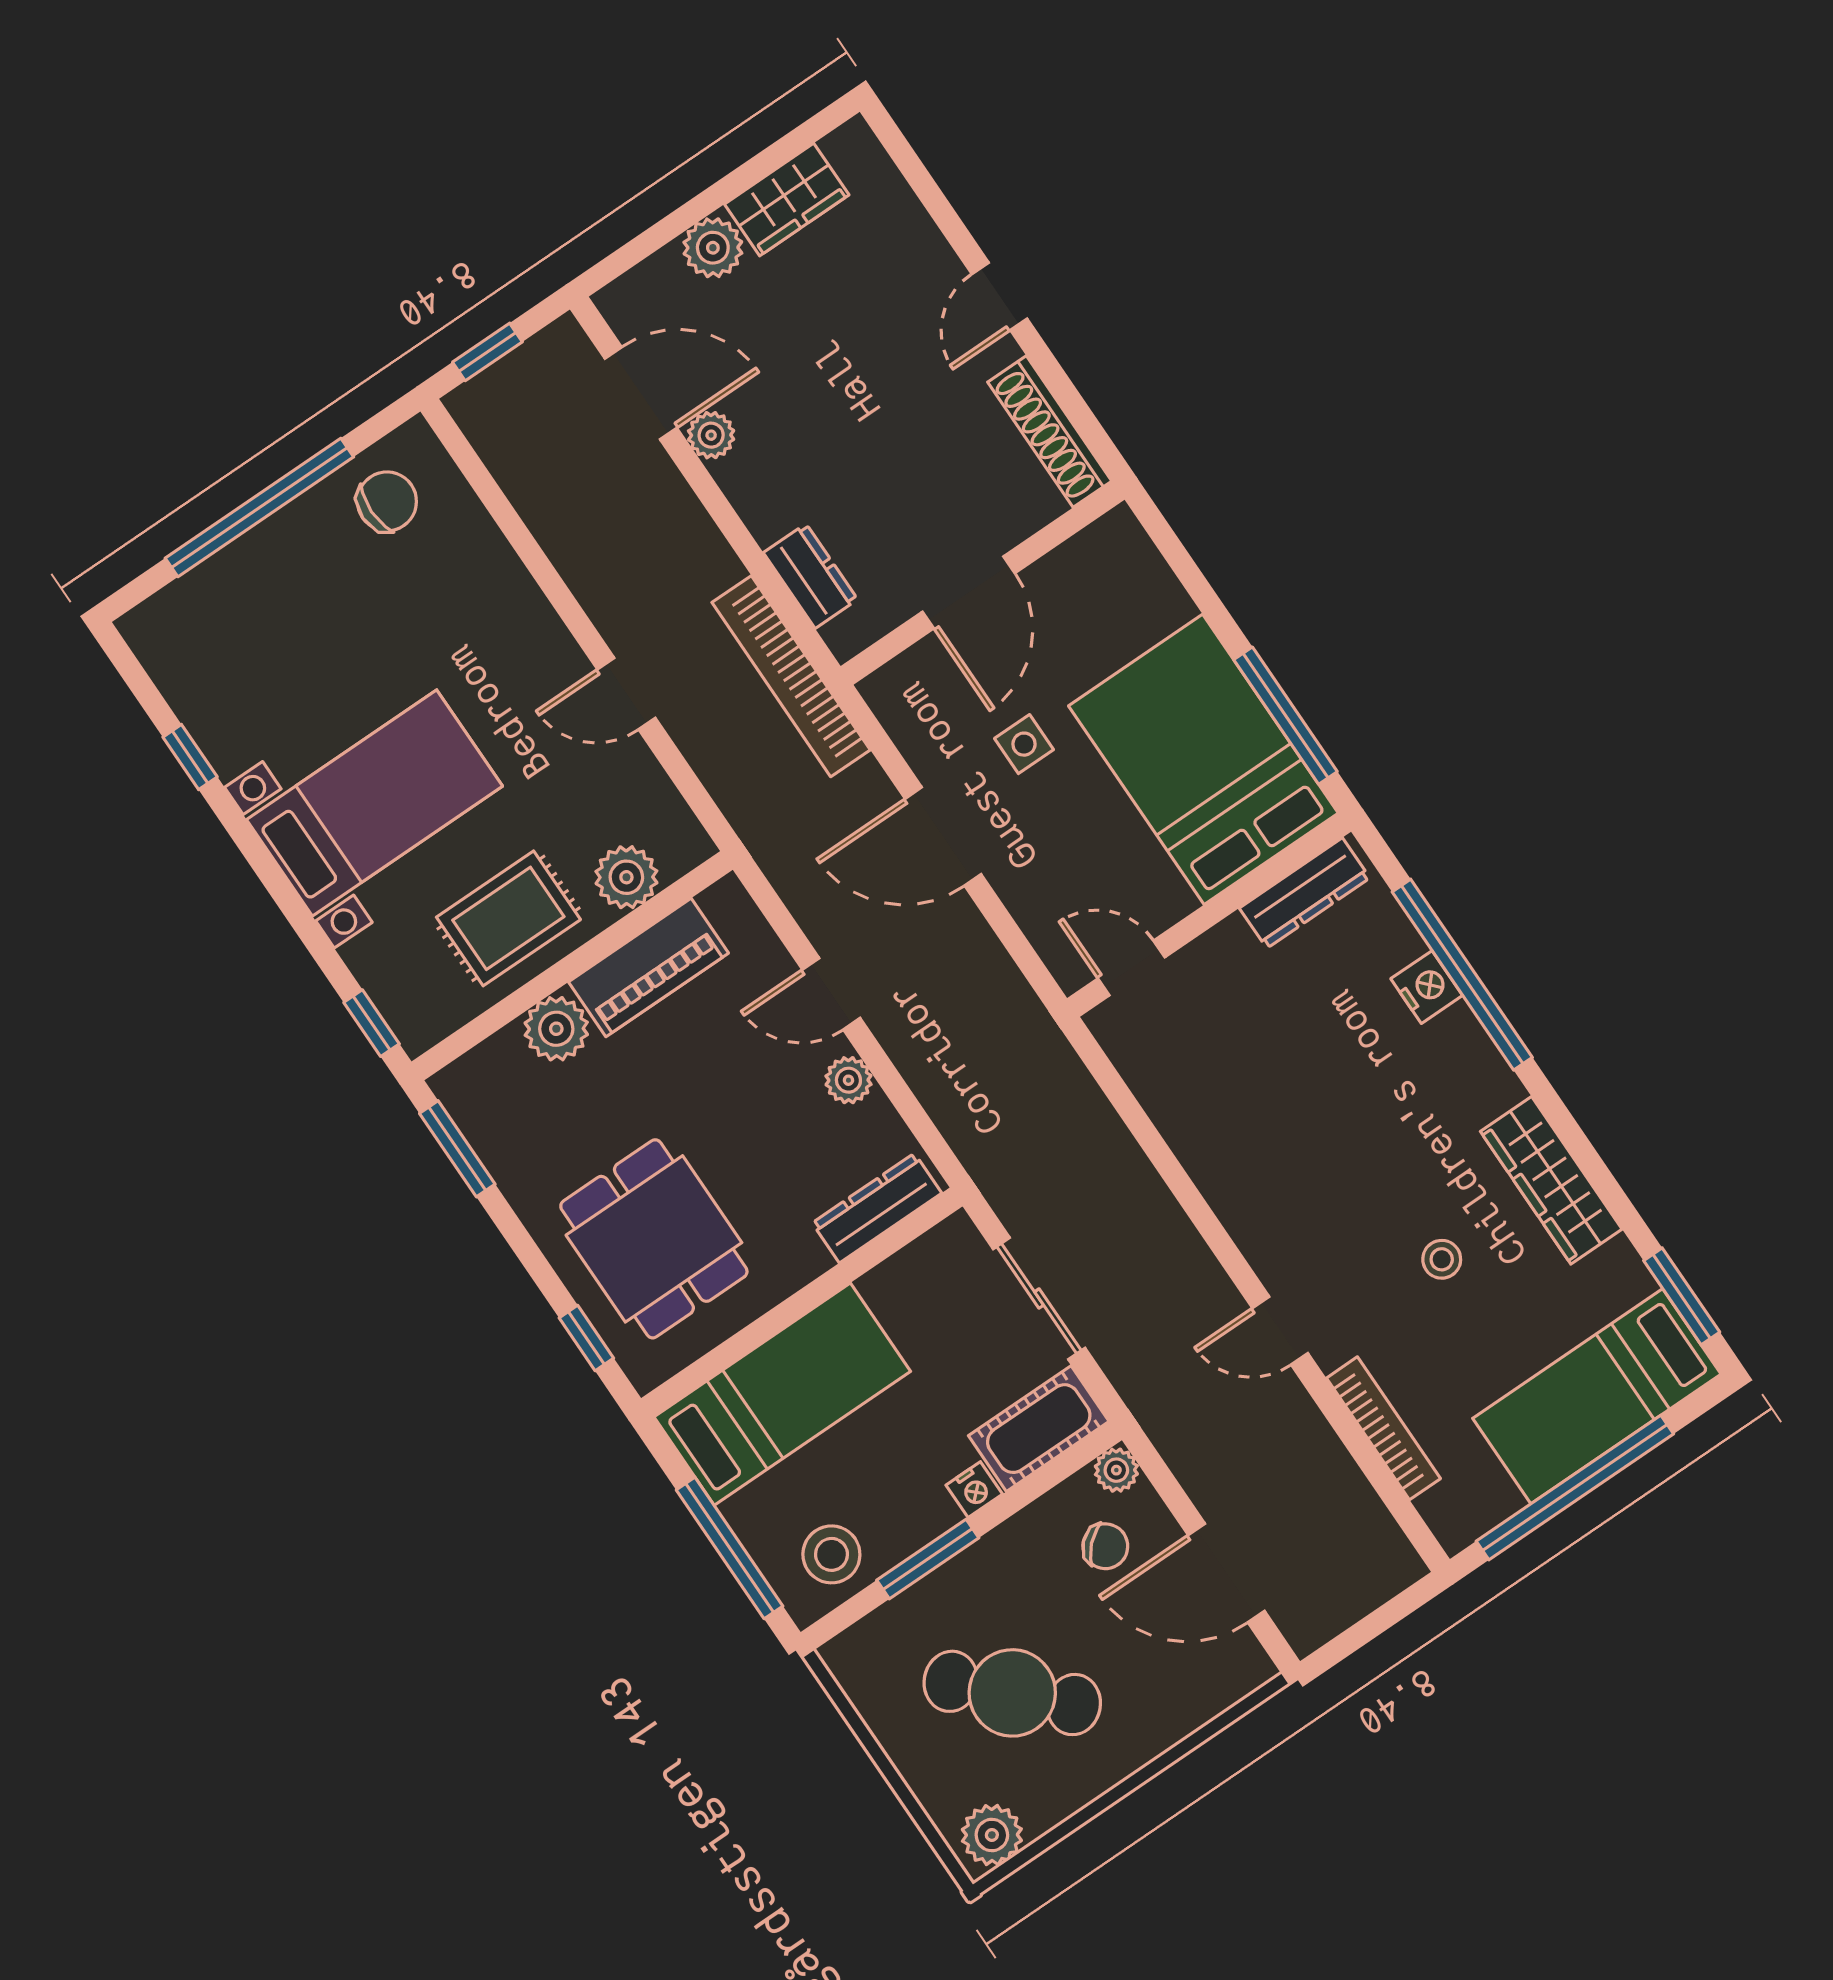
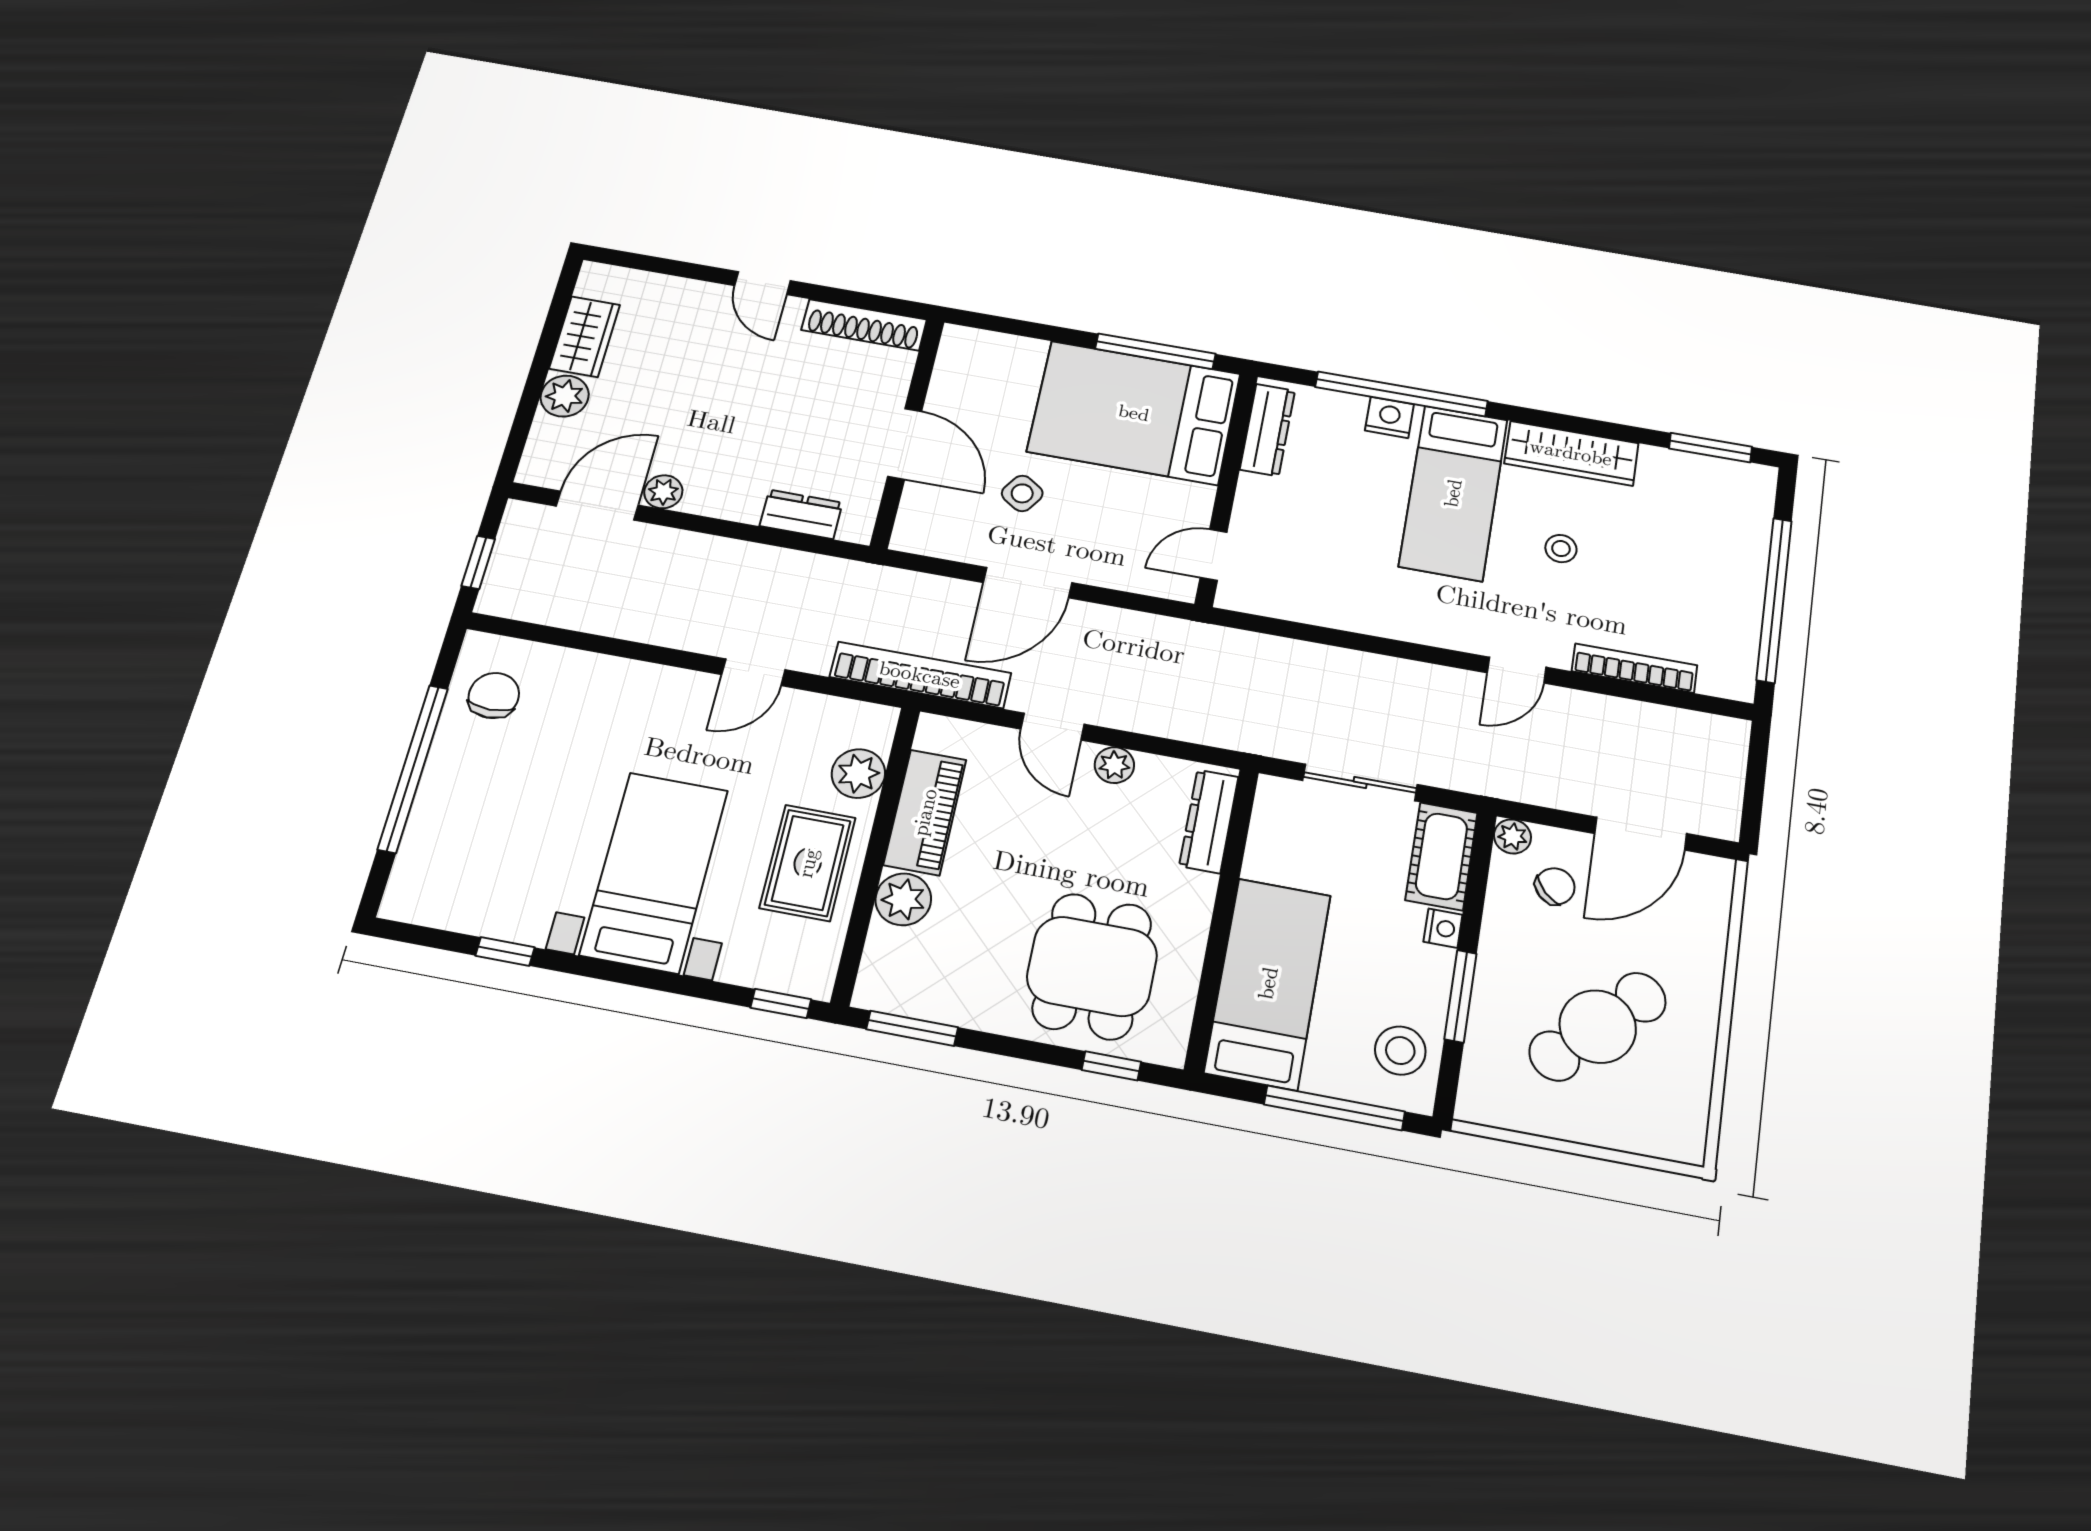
bookcase: (791, 676) -> (920, 675), moved, turned 180
side table: (1024, 744) -> (1022, 493), turned 34
door: (831, 994) -> (1052, 727), hinge flipped
dining table: (654, 1239) -> (1092, 966), turned 90
bed: (1597, 1396) -> (1453, 493), moved
plant: (992, 1835) -> (1681, 1125), removed

